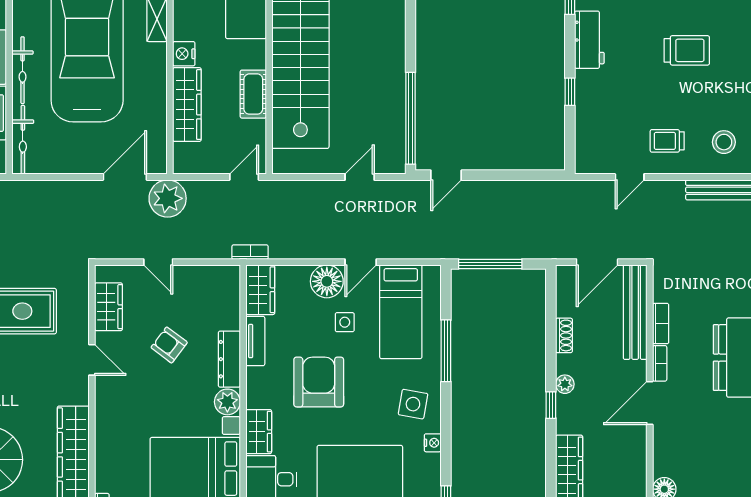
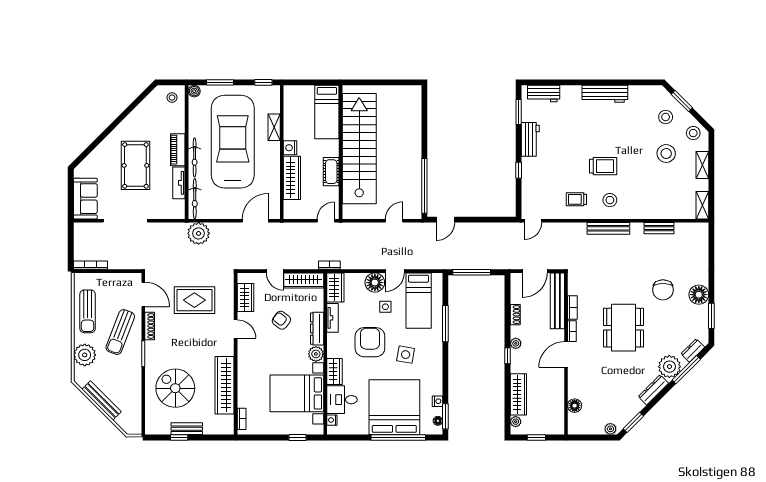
trolley: (687, 50) -> (603, 166), moved
door: (630, 177) -> (533, 221), moved
plant: (168, 198) -> (199, 233), moved
wardrobe: (207, 278) -> (304, 281), added
side table: (413, 404) -> (406, 355), moved
nightstand: (433, 443) -> (438, 401), moved

